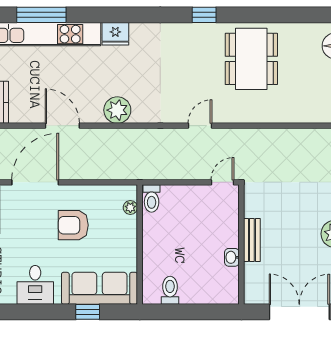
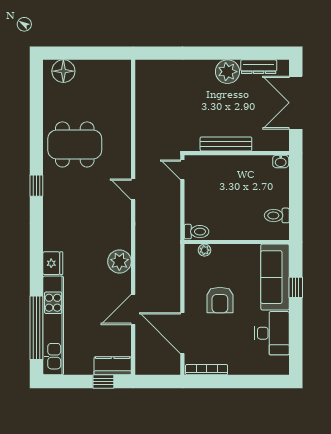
window: (41, 15) -> (36, 328), width x1.46
bench: (252, 240) -> (226, 144), width x1.36
washbasin: (232, 257) -> (281, 161), moved
desk: (35, 285) -> (272, 333), width x1.37

